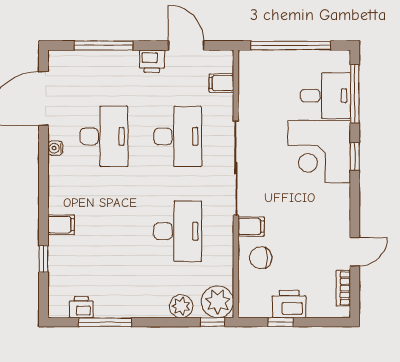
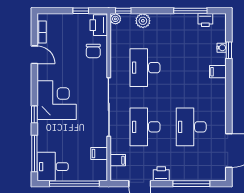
desk: (326, 96) -> (53, 167), moved
water cooler: (55, 148) -> (222, 48), moved
corner desk: (319, 152) -> (57, 100), moved
filing cabinet: (251, 226) -> (99, 154), moved
door: (355, 252) -> (34, 55), swing flipped
chair: (261, 258) -> (93, 51), turned 90
plant: (218, 302) -> (115, 19), width x0.53, depth x0.53
printer: (289, 304) -> (99, 25), moved, turned 90

